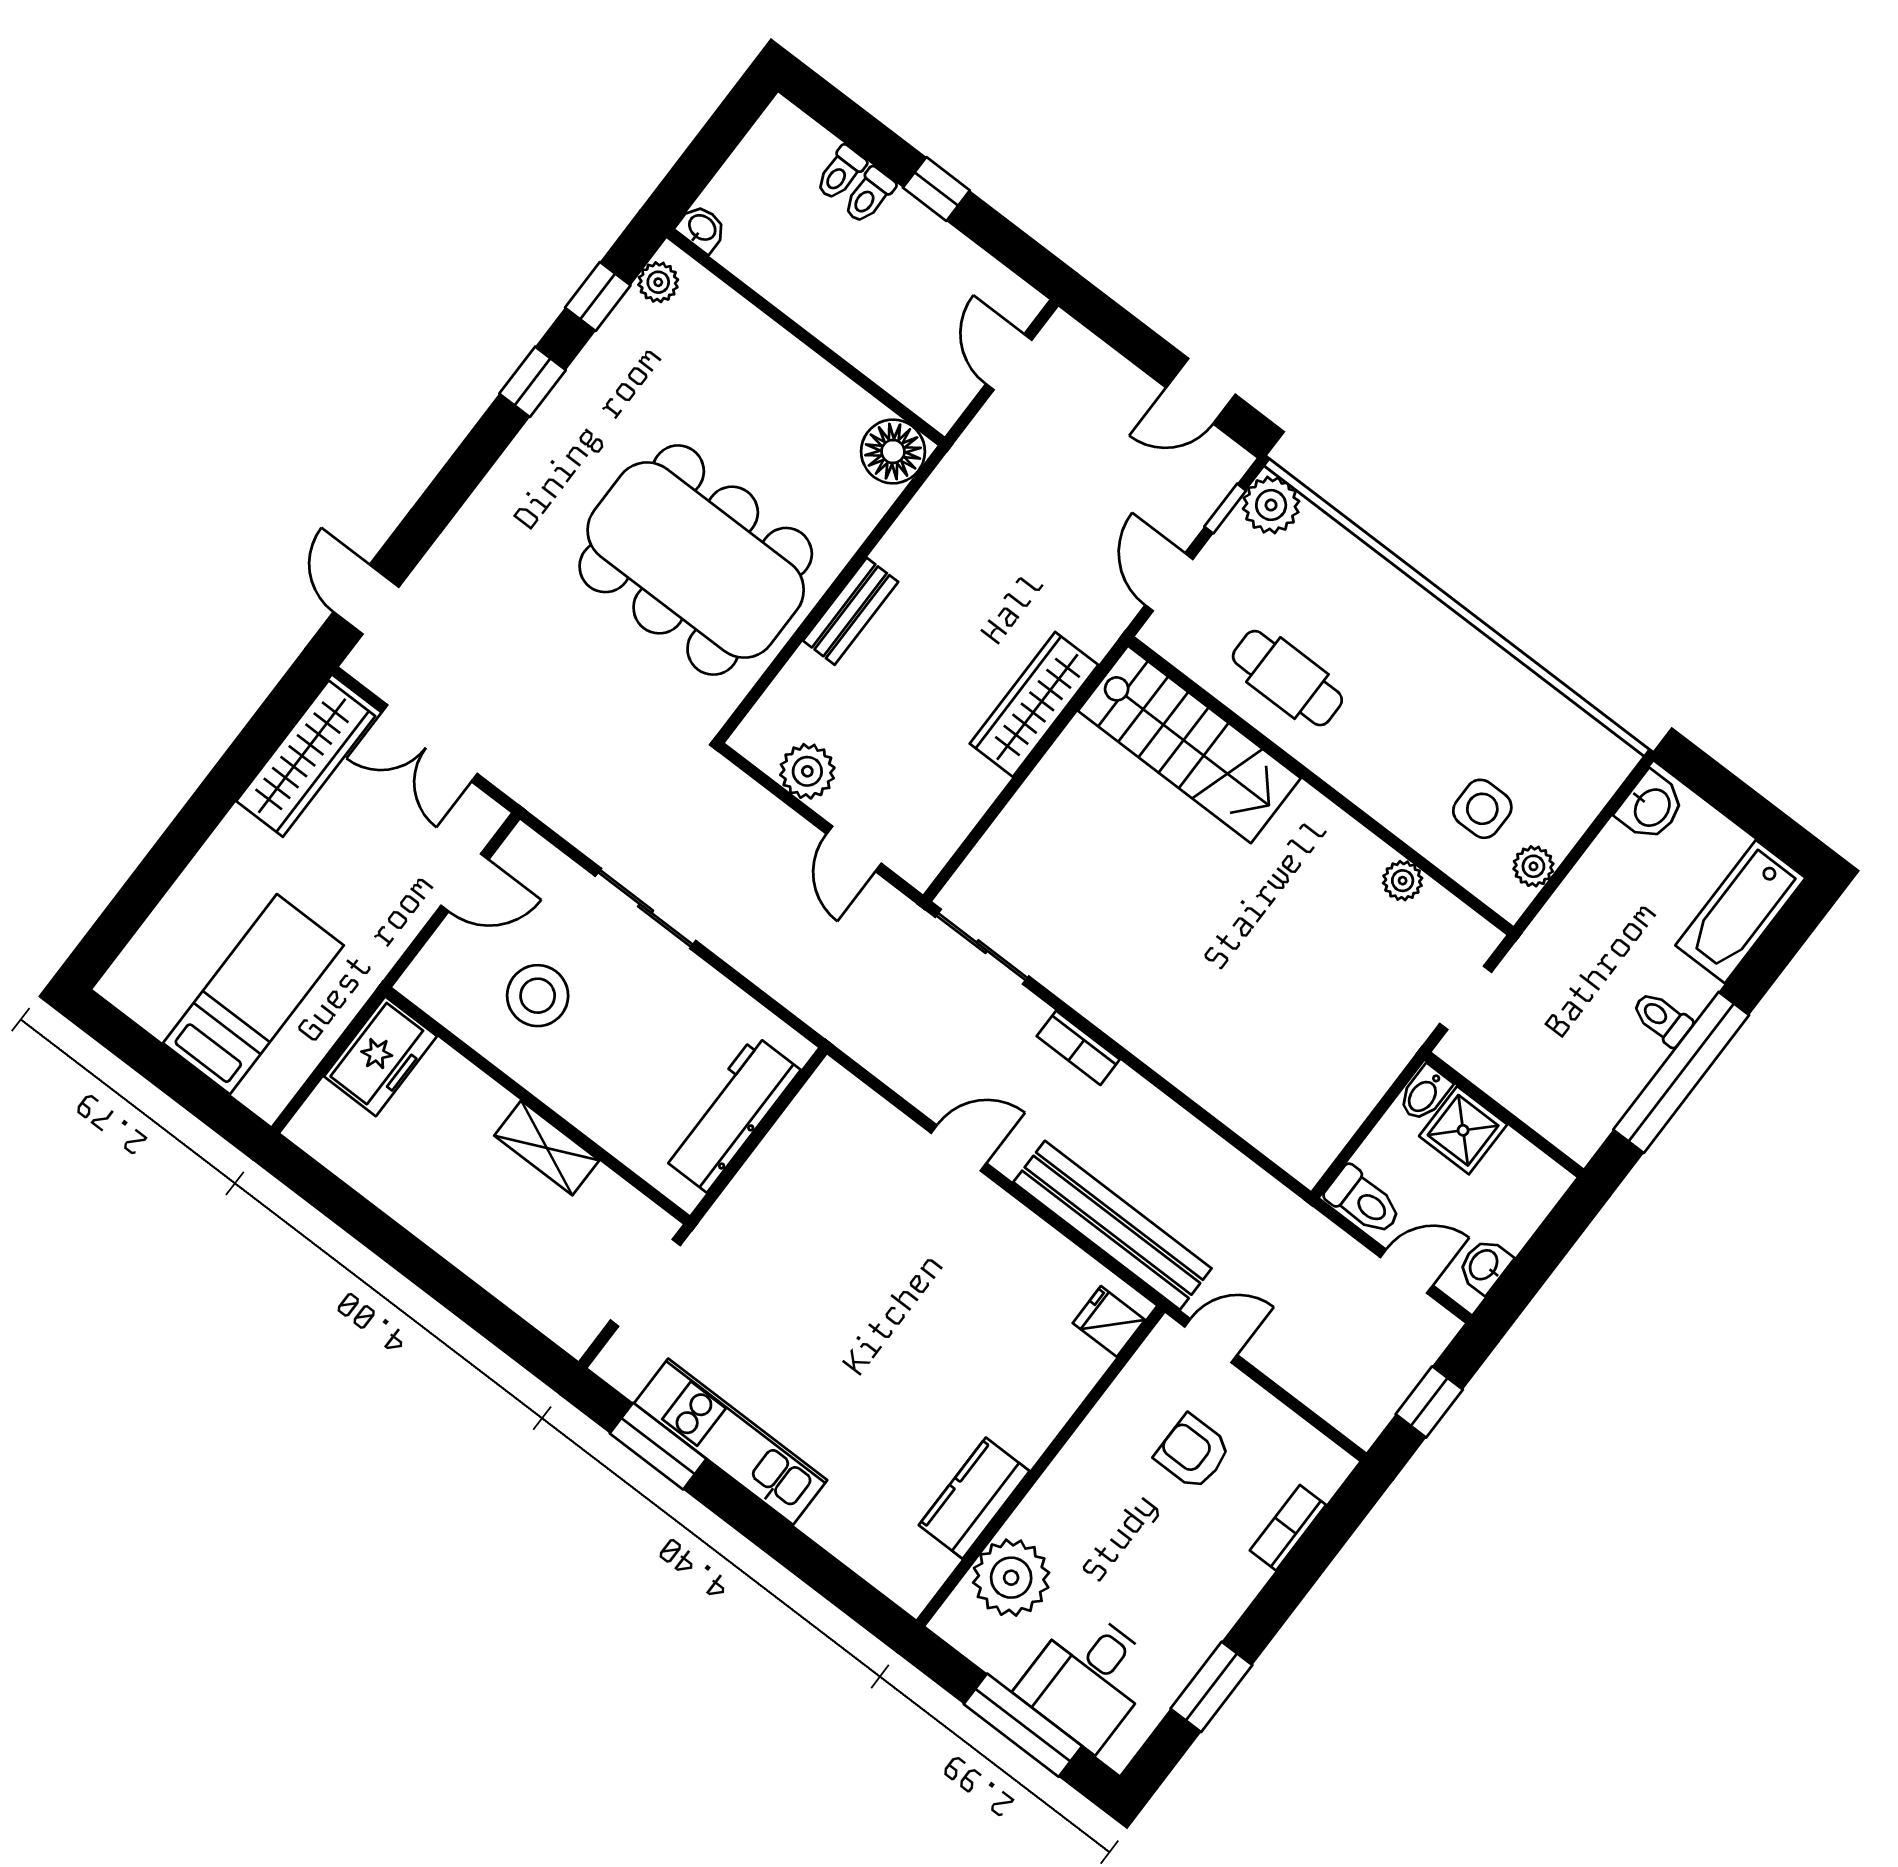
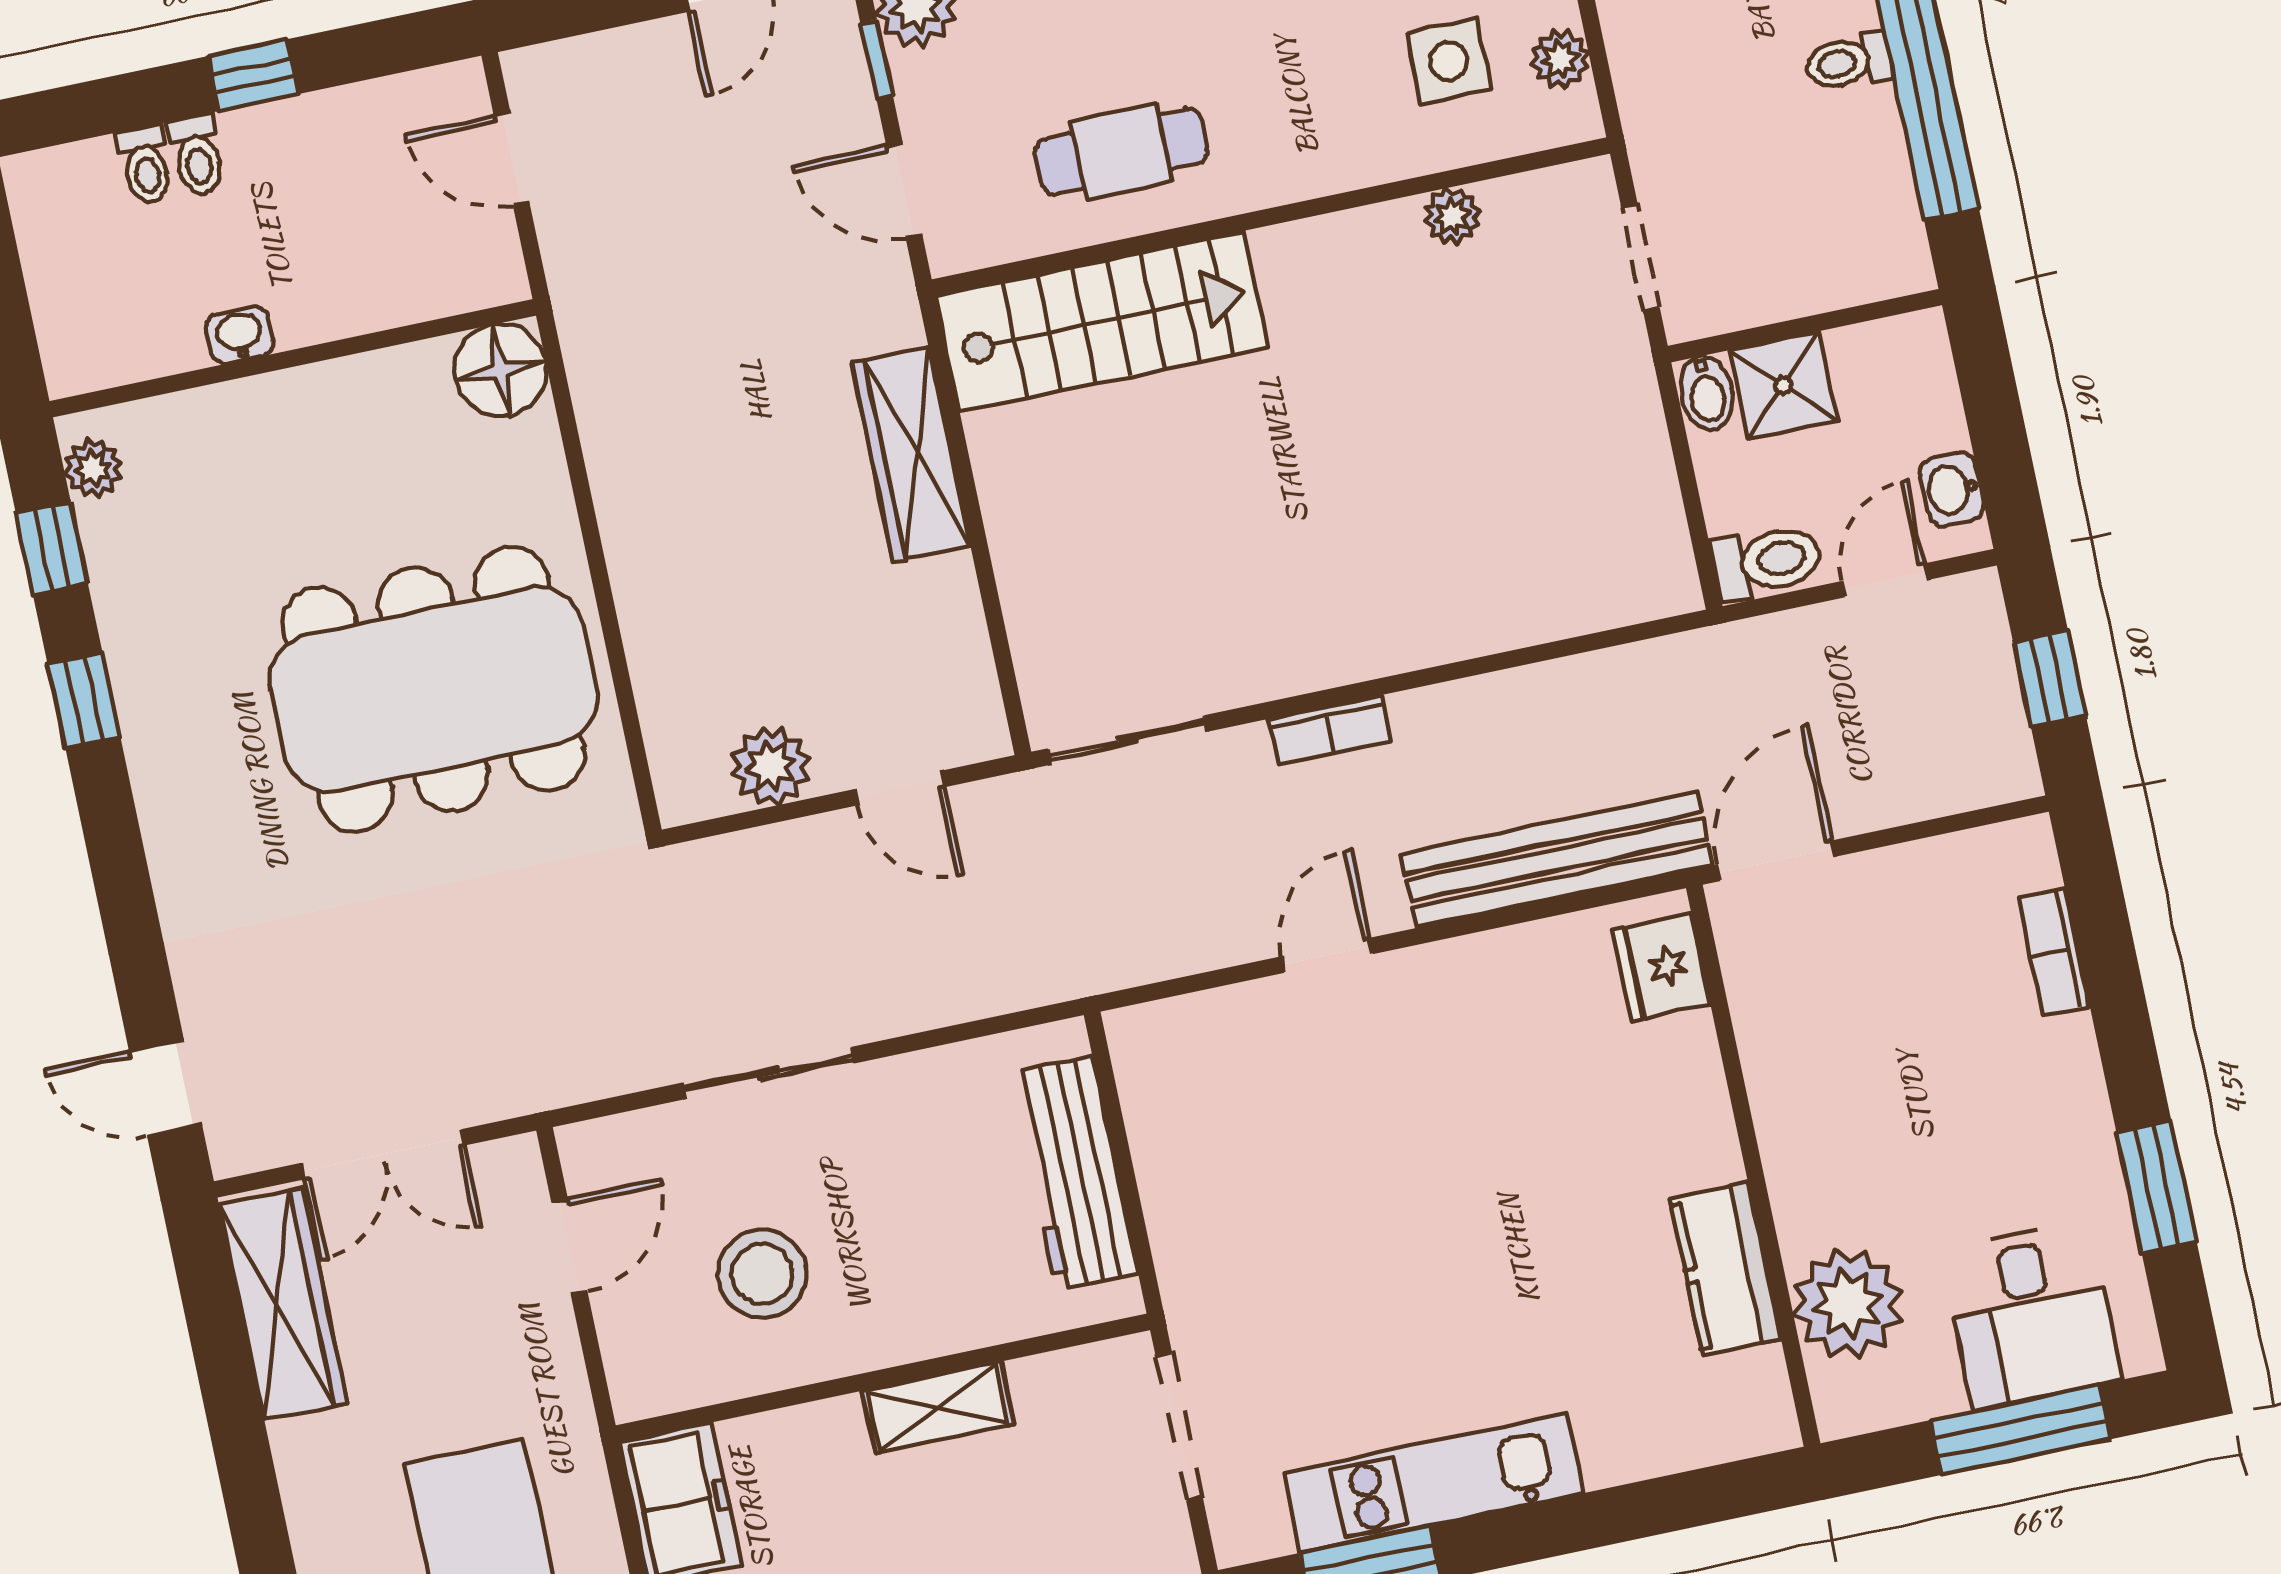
washbasin: (702, 228) -> (239, 335), moved
bench: (851, 611) -> (636, 568), removed
fridge: (1109, 1321) -> (1662, 967), width x1.38
door: (1211, 1341) -> (1776, 861), width x1.38
armchair: (1193, 1452) -> (1882, 986), removed

